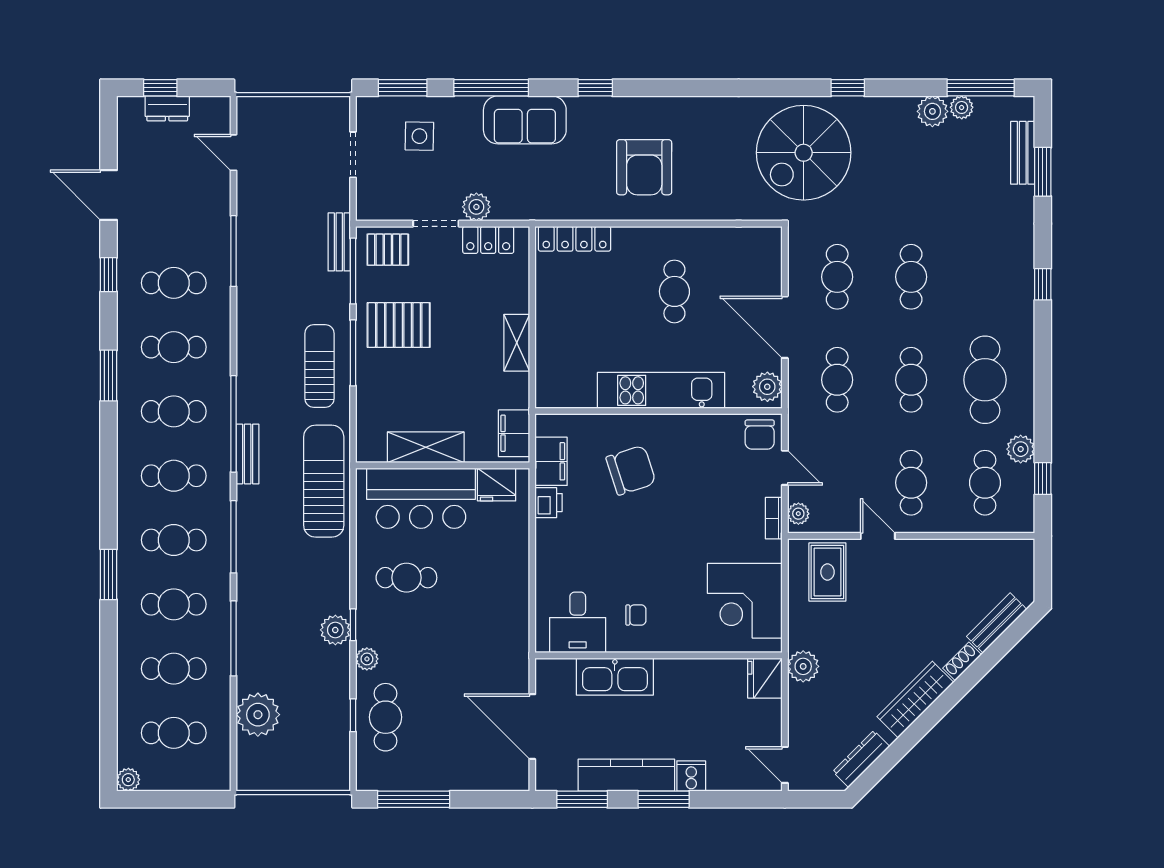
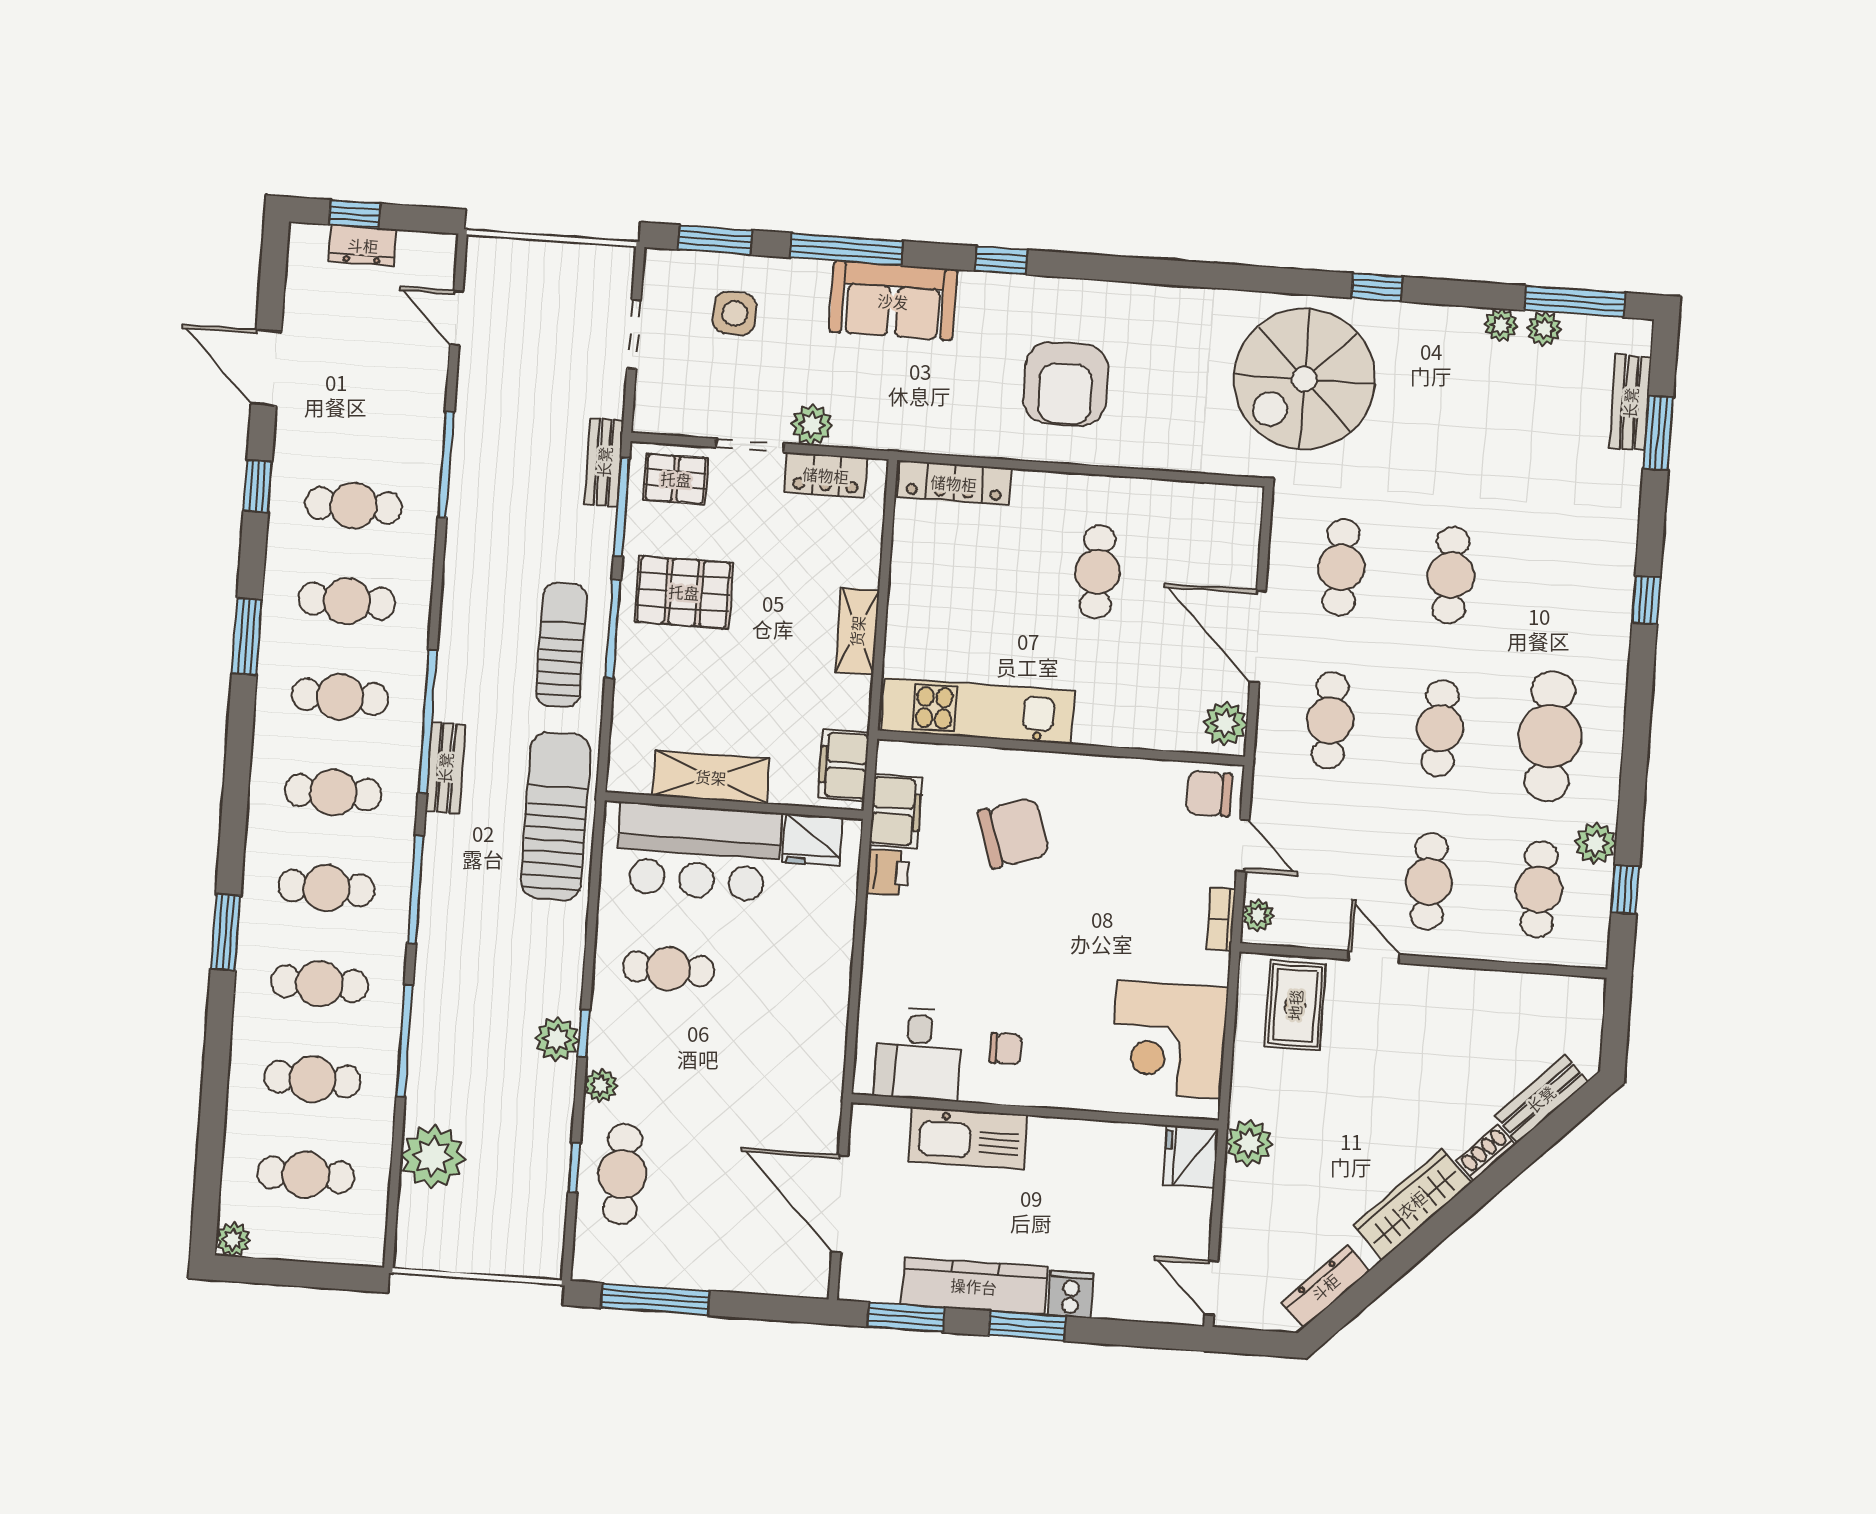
plant: (932, 111) -> (1501, 325), width x0.73, depth x0.73
kitchen unit: (661, 390) -> (978, 711), moved
chair: (760, 435) -> (1209, 794), turned 90

